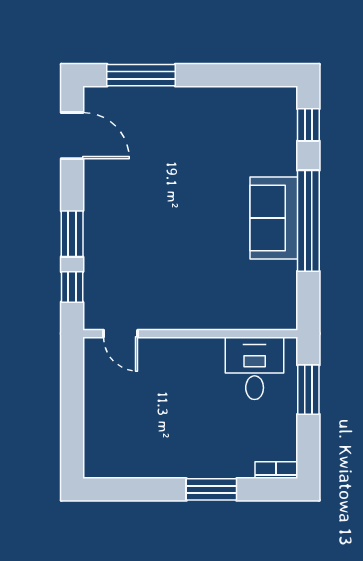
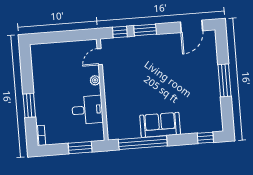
window: (141, 75) -> (225, 80), moved
window: (308, 221) -> (143, 143), moved
plant: (170, 347) -> (95, 80), added
desk: (255, 368) -> (87, 110), moved

